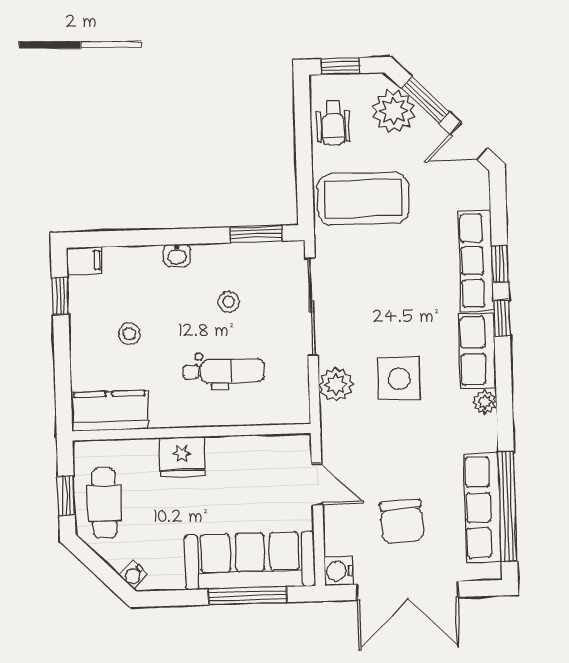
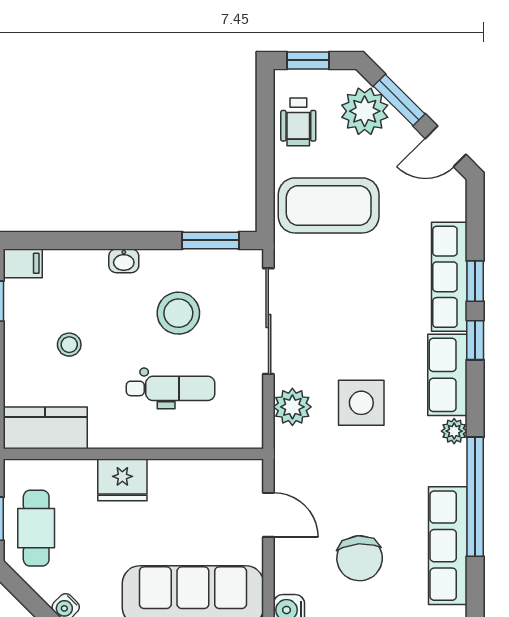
stool: (229, 302) -> (178, 313), width x1.89, depth x1.89
window: (508, 507) -> (475, 497), moved

